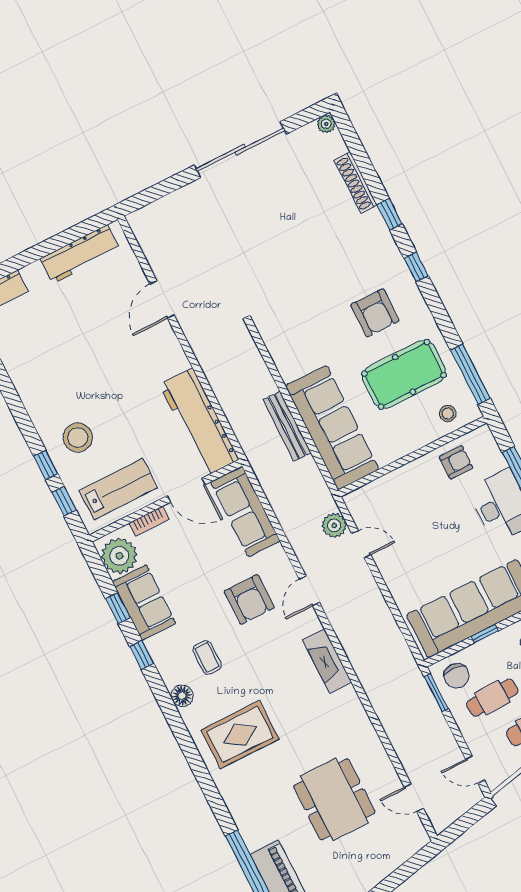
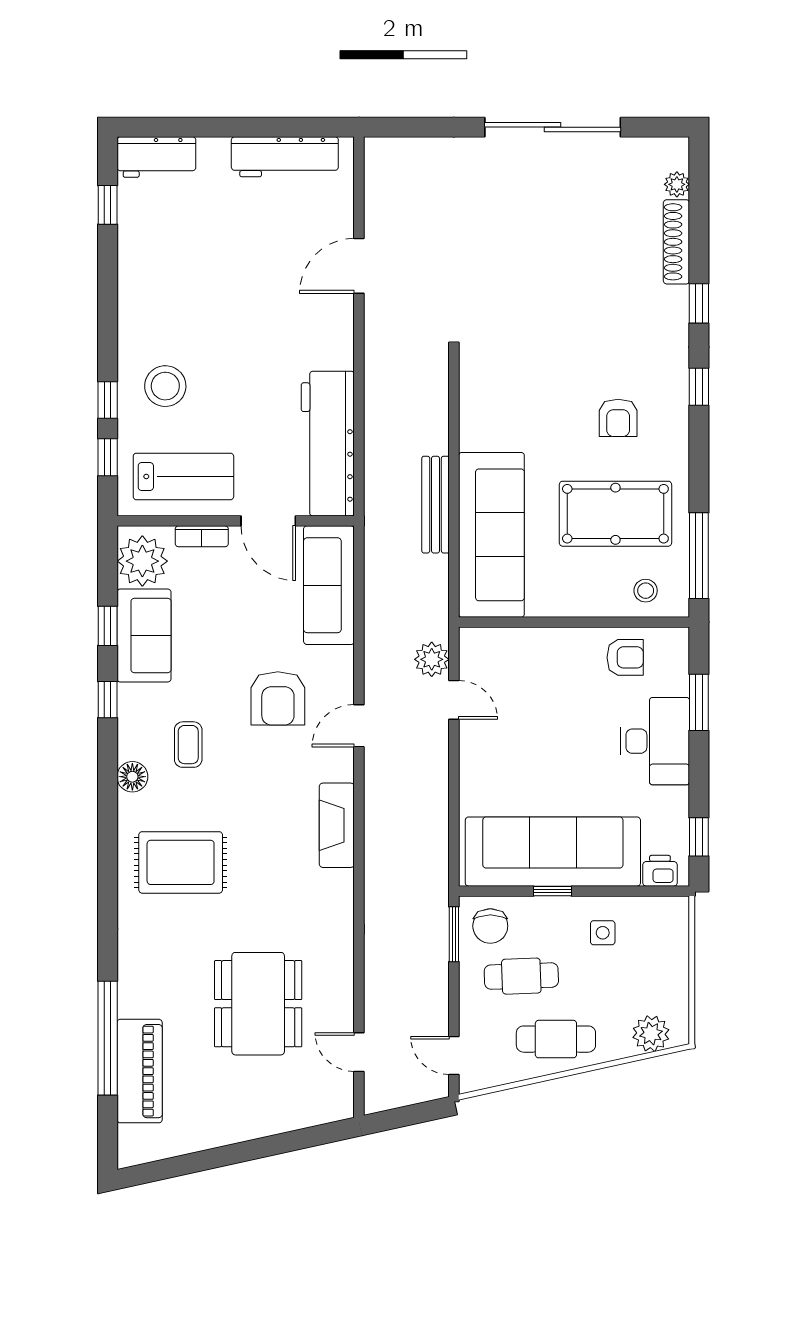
plant: (326, 124) -> (677, 184), moved
armchair: (375, 313) -> (618, 418), width x0.72, depth x0.72

